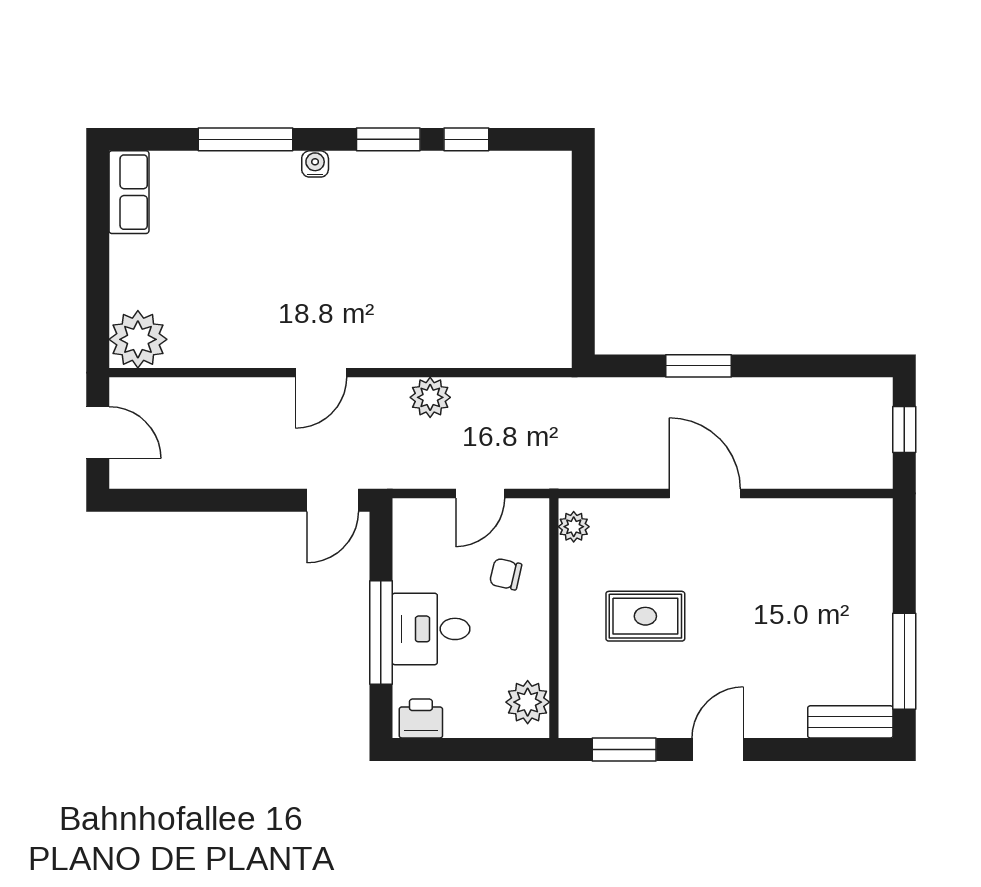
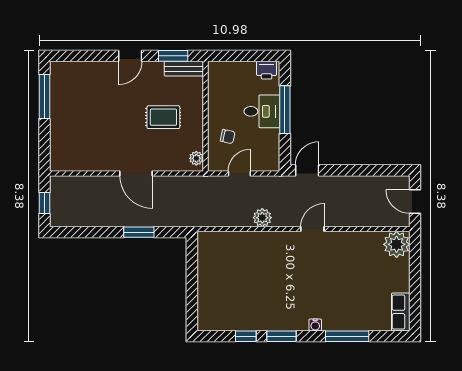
plant: (528, 702) -> (218, 78), removed
bench: (850, 722) -> (184, 69), moved

